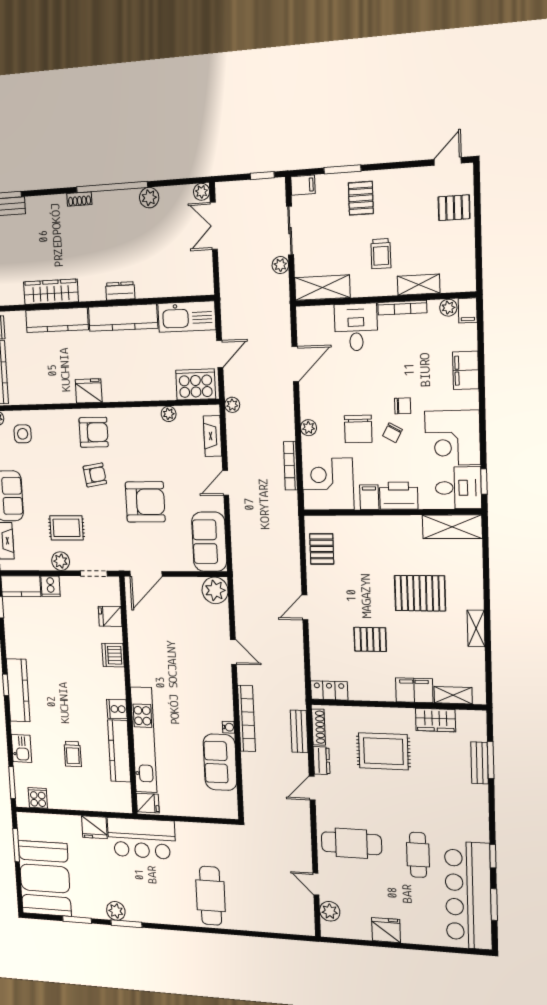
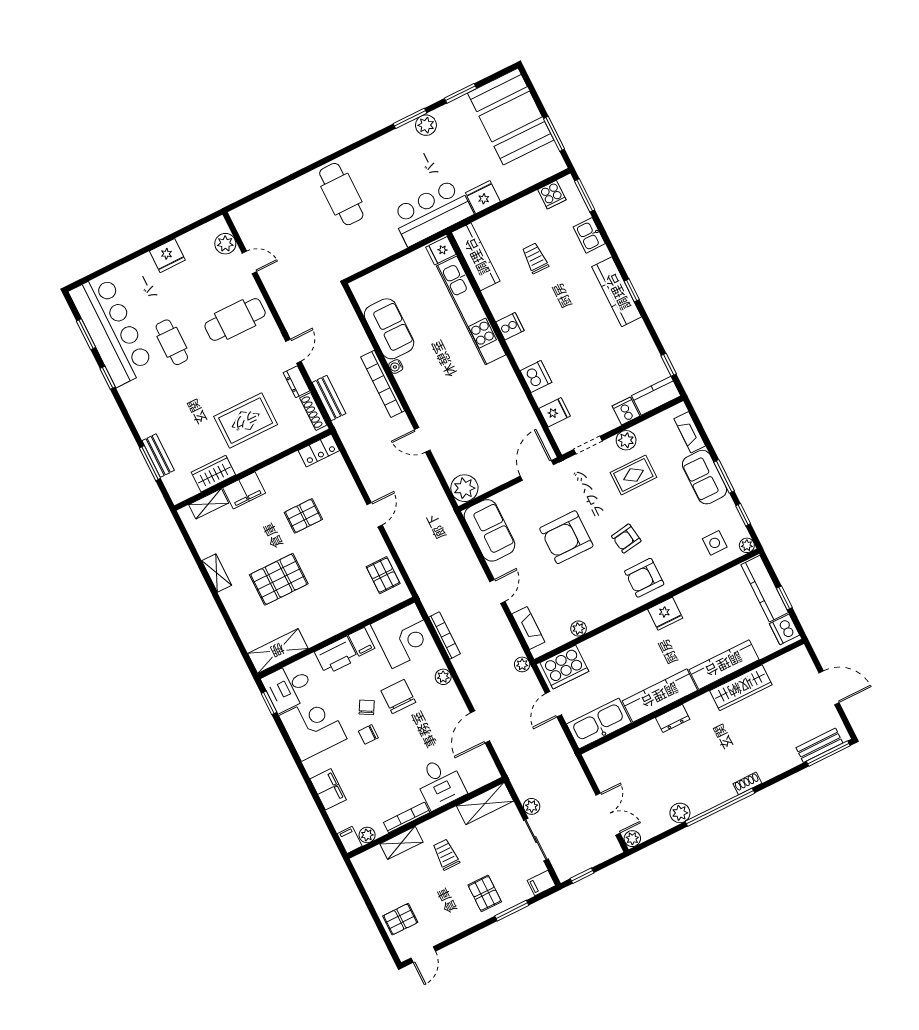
kitchen counter: (119, 751) -> (476, 257), moved

